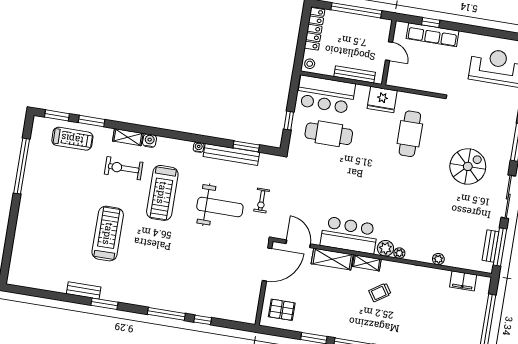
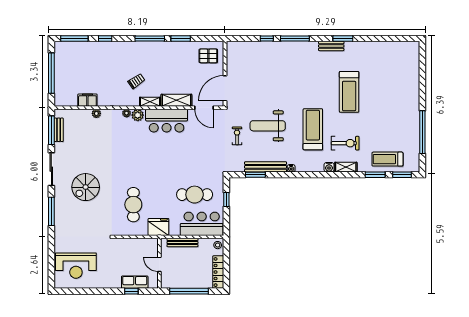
row of seats: (433, 35) -> (135, 282), width x0.68
filing cabinet: (463, 281) -> (87, 100), moved
bench: (84, 290) -> (331, 46), moved

